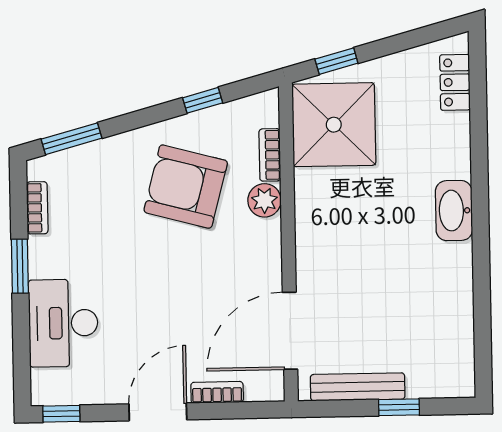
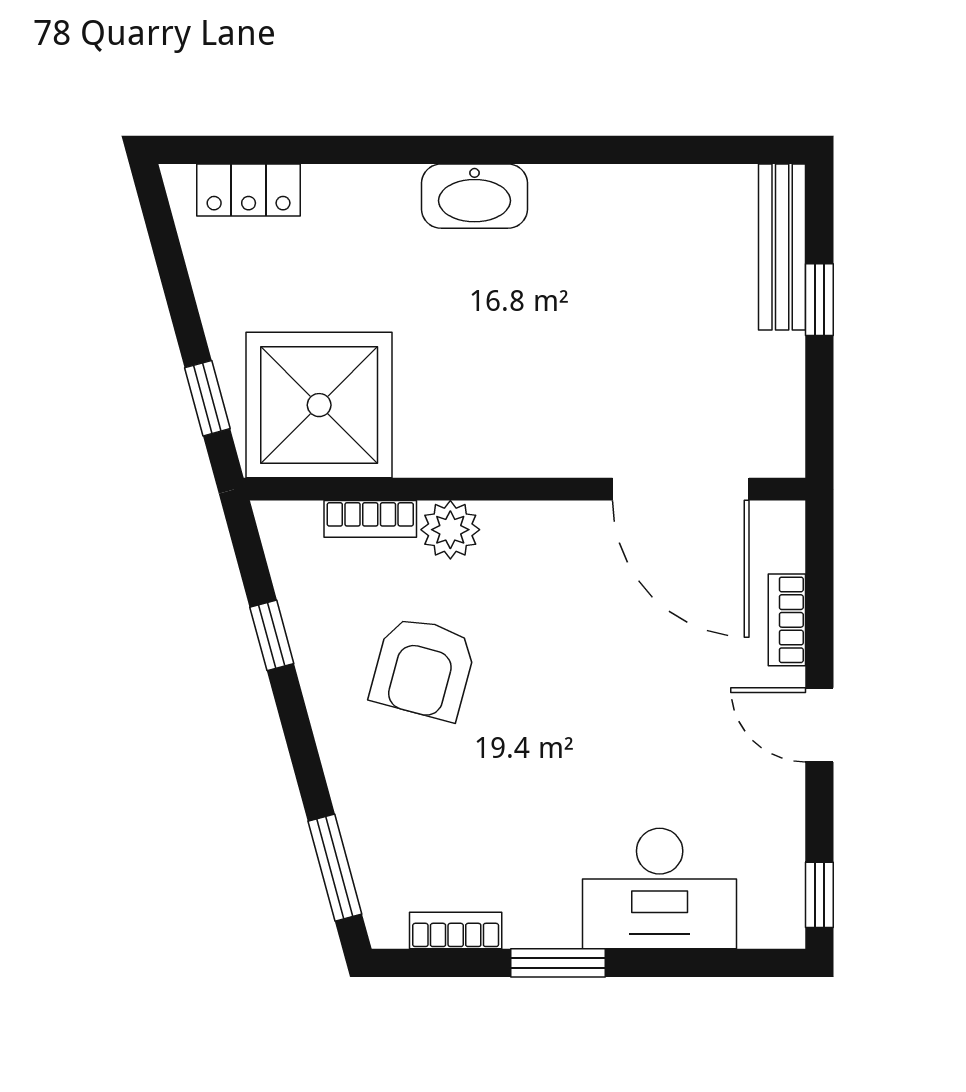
armchair: (186, 187) -> (423, 668), width x0.73, depth x0.73
bench: (358, 387) -> (782, 247), moved
door: (158, 412) -> (819, 725), width x0.73

